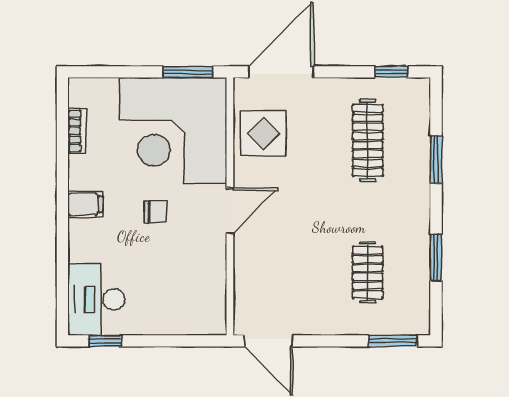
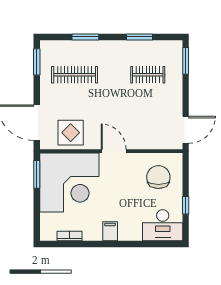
window: (391, 72) -> (37, 62), width x1.50
chair: (155, 212) -> (158, 177), moved, width x1.87, depth x1.87
window: (105, 341) -> (186, 205), moved

